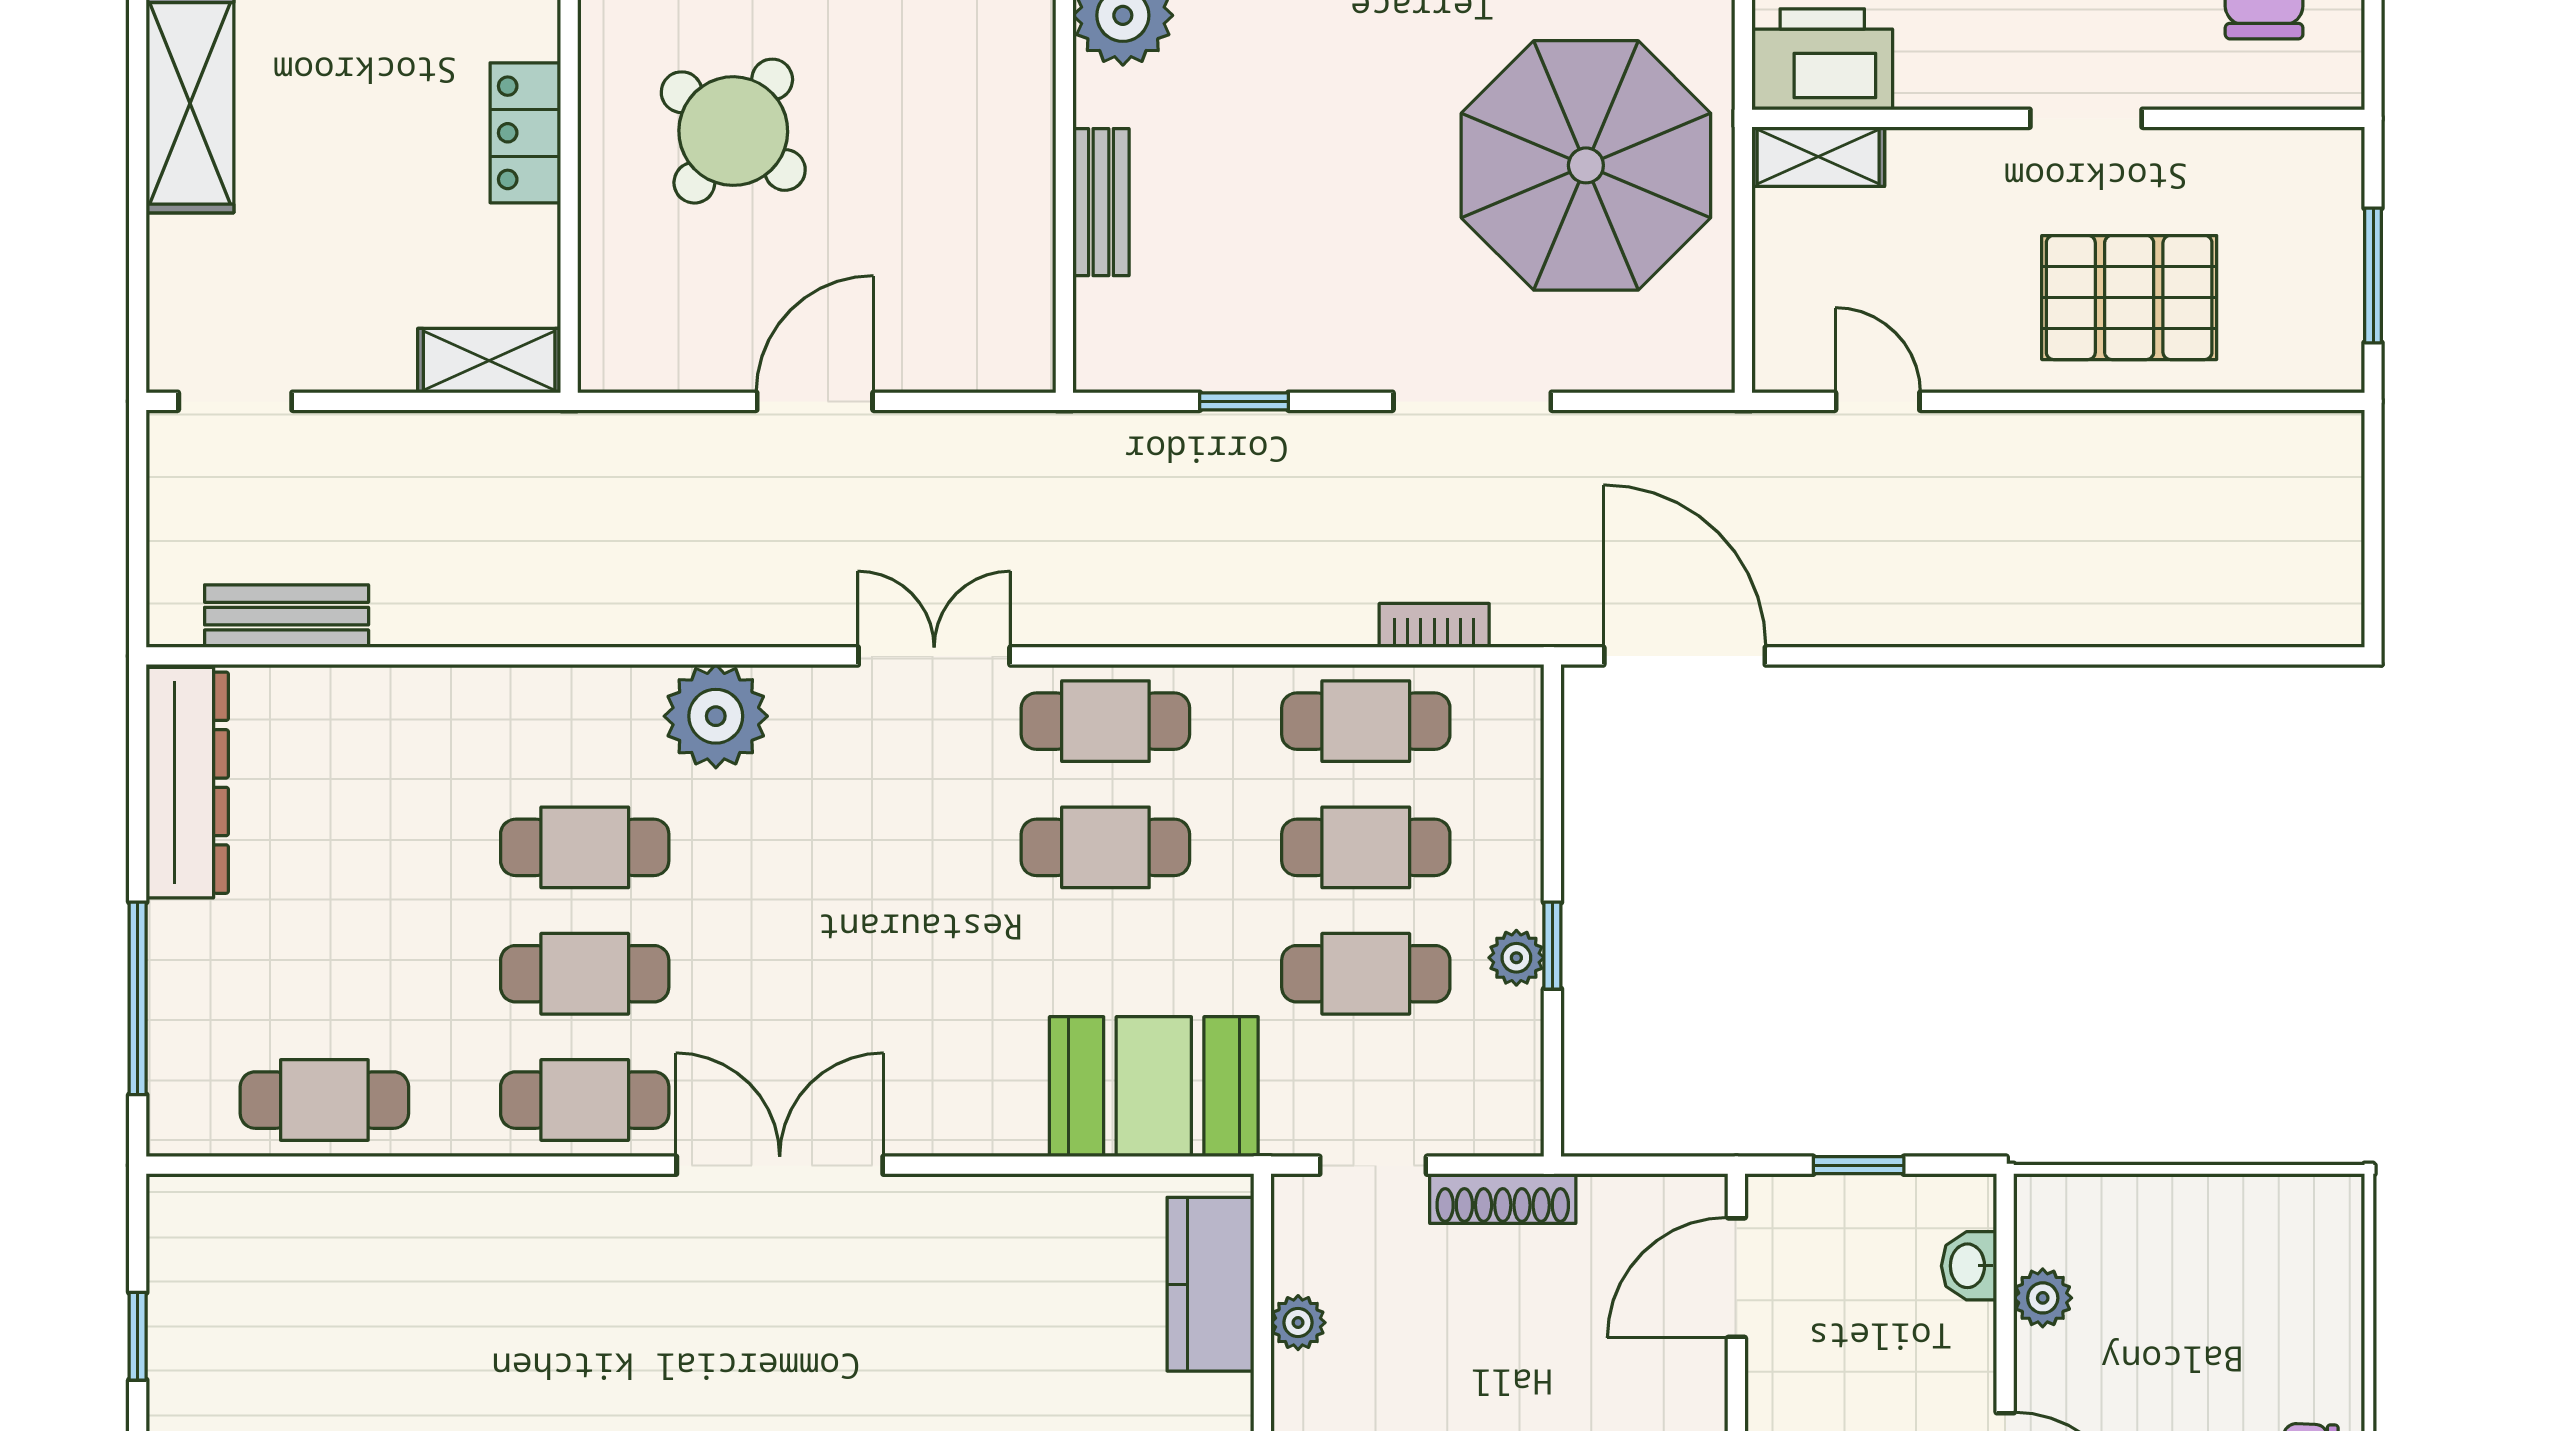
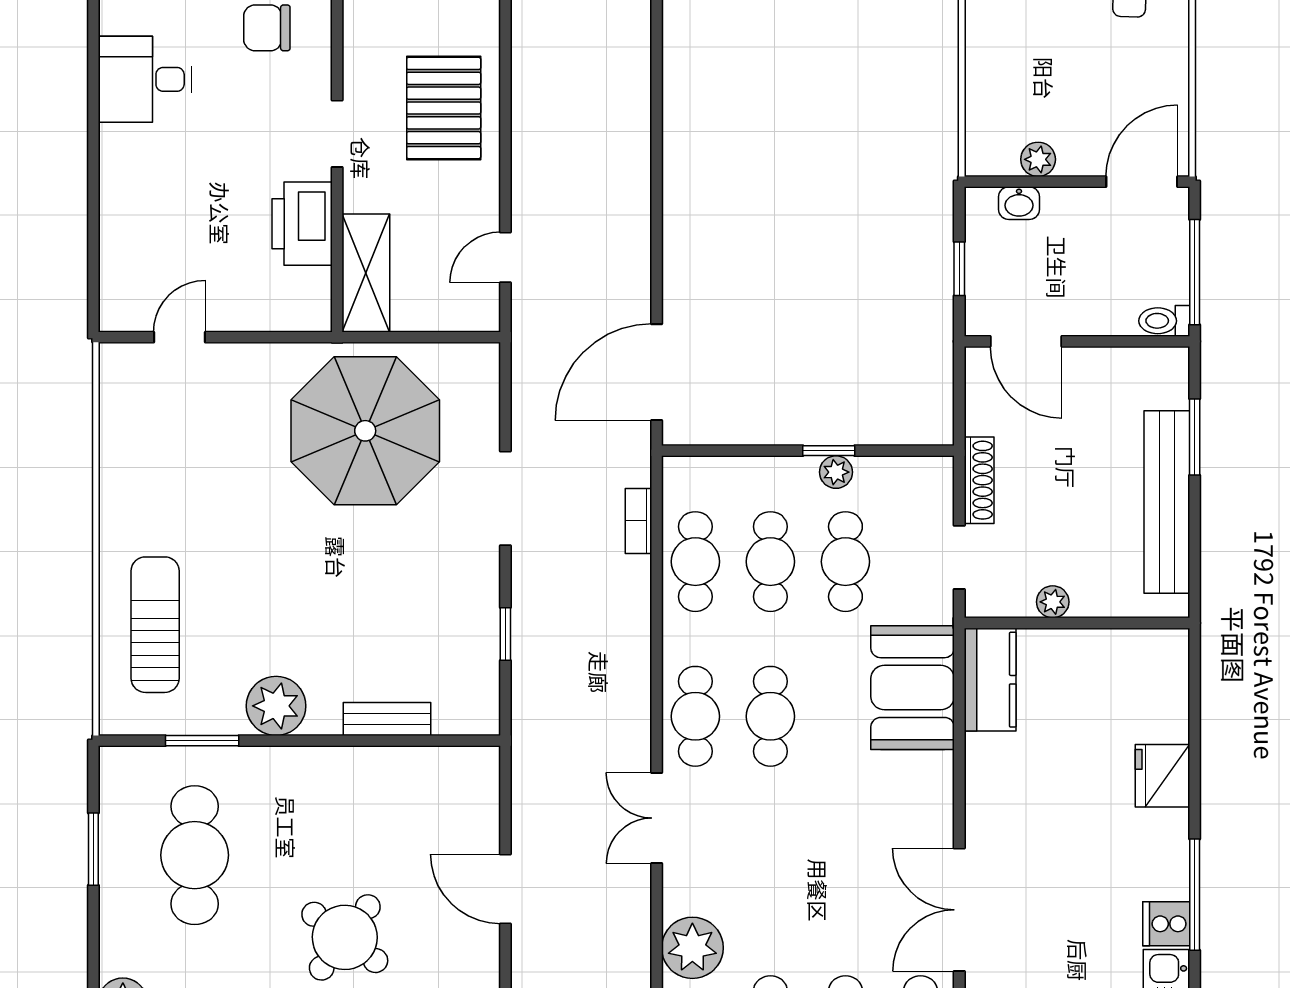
printer: (1822, 59) -> (302, 224), moved
shelving: (1818, 157) -> (366, 273), width x1.50, depth x1.33
kitchen counter: (1211, 1284) -> (990, 680), moved, turned -90

